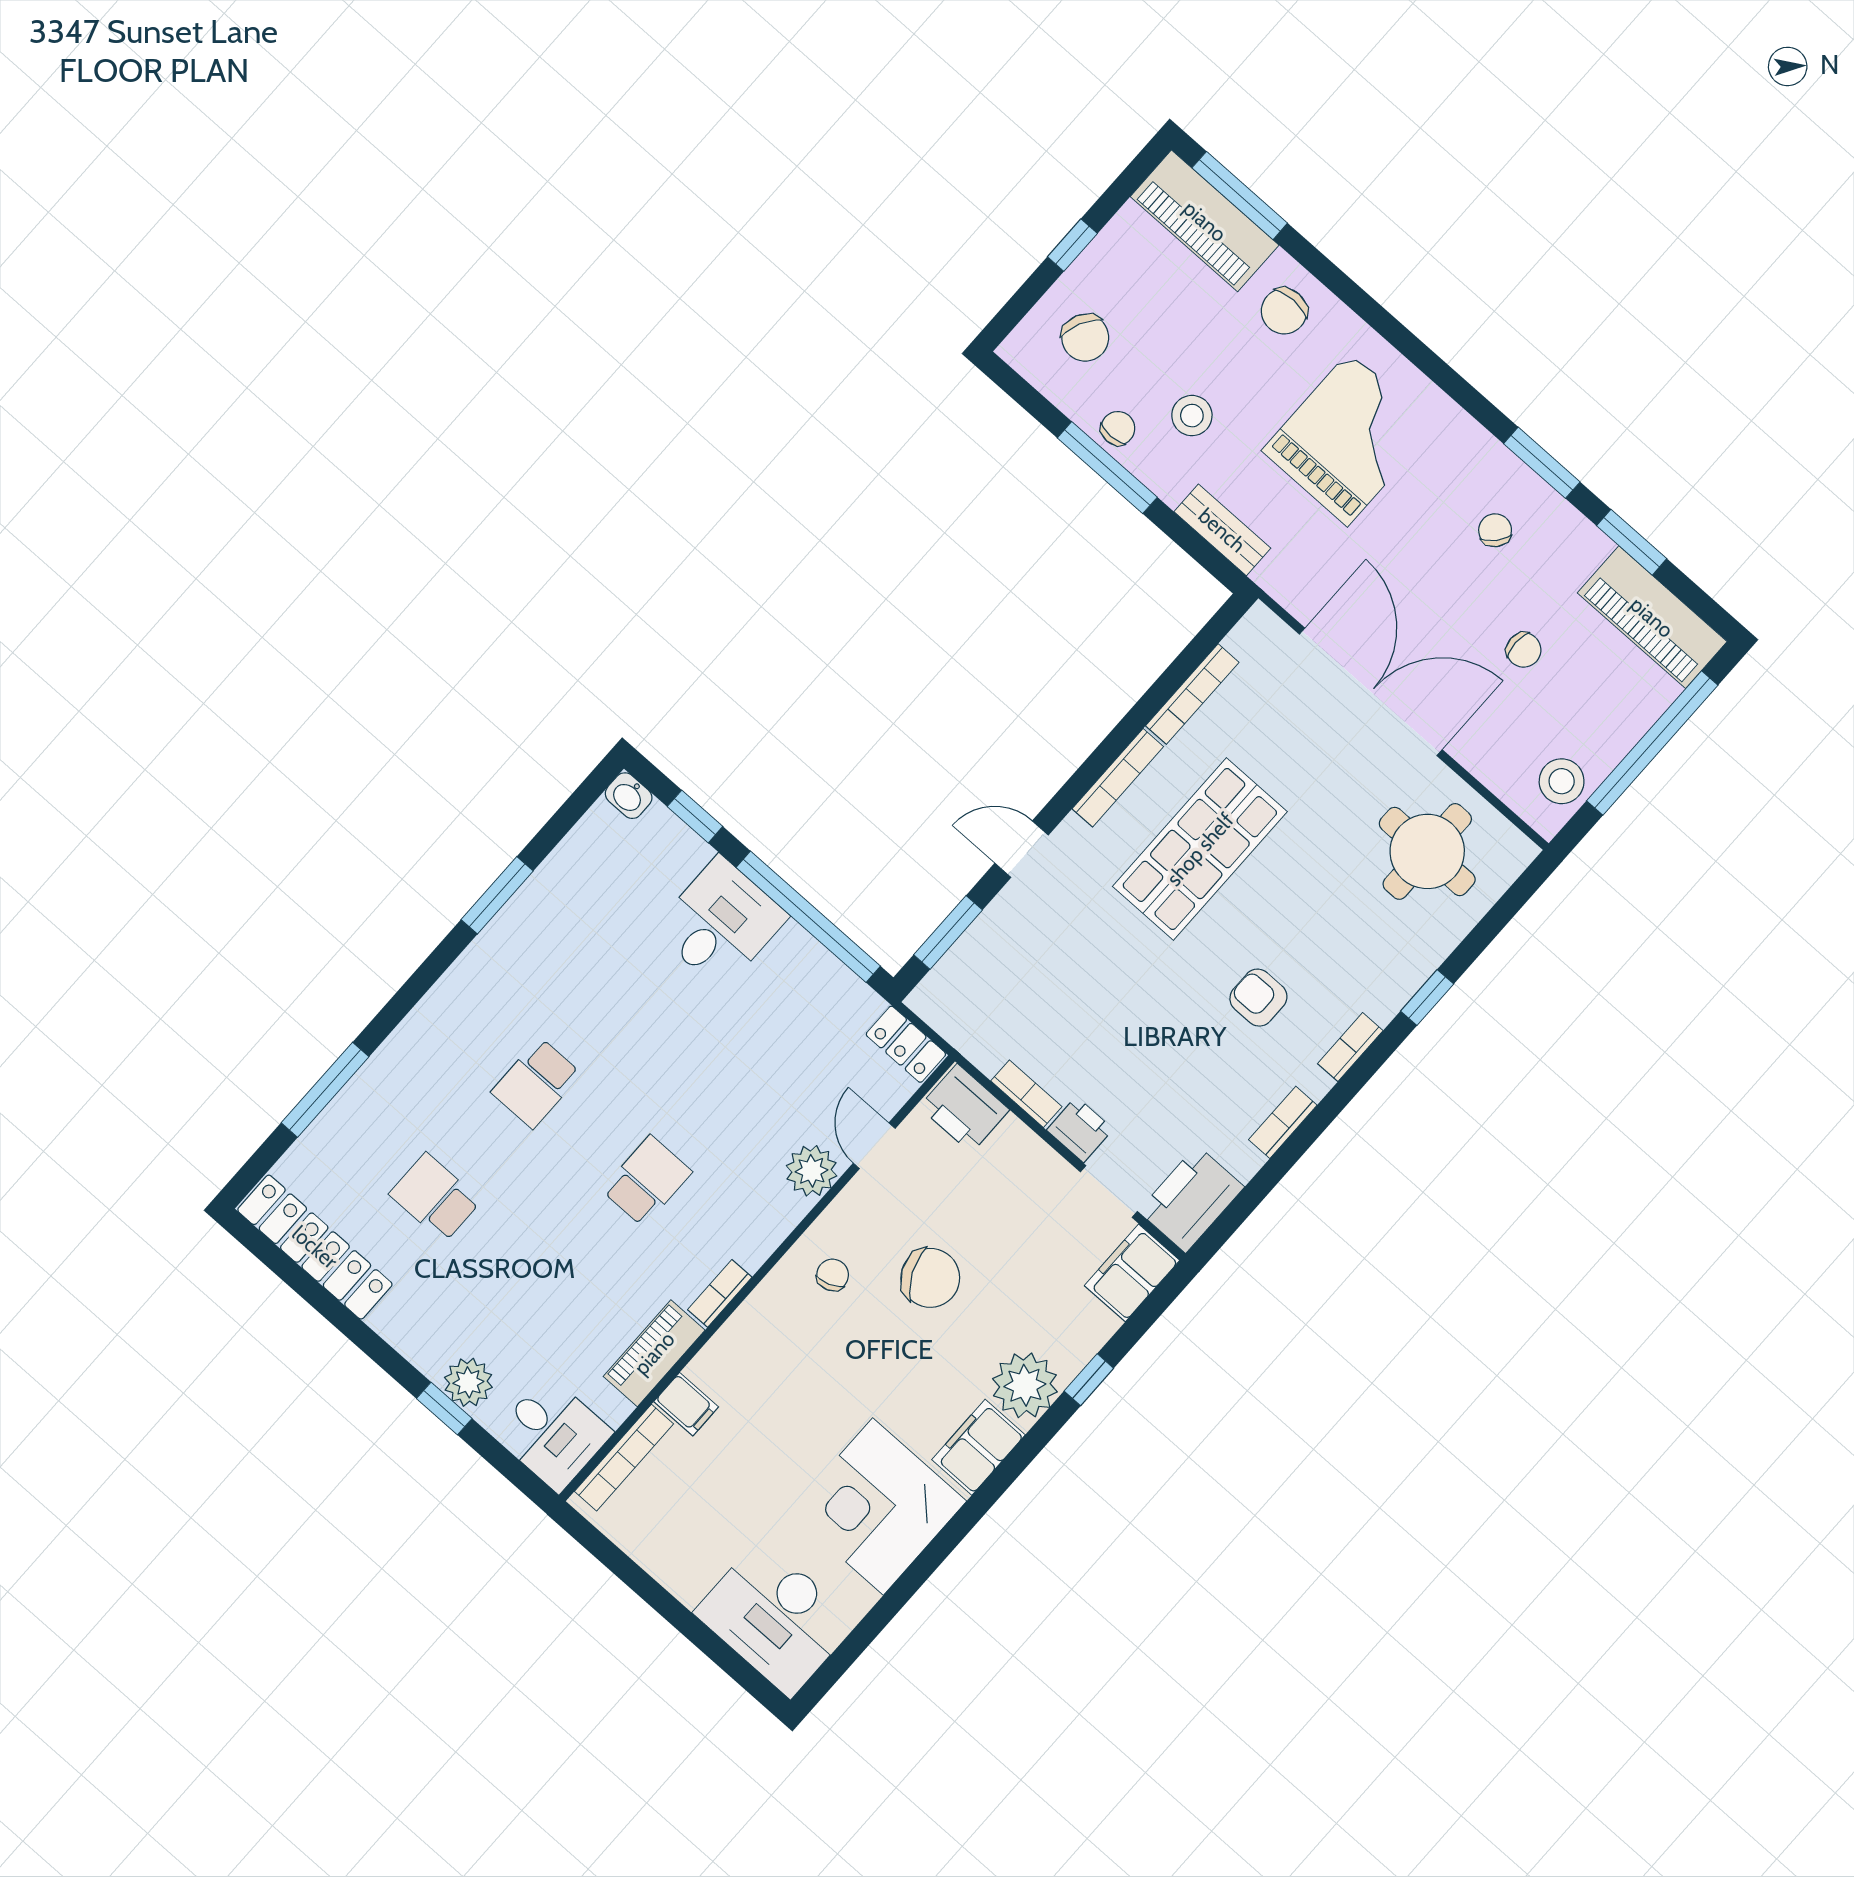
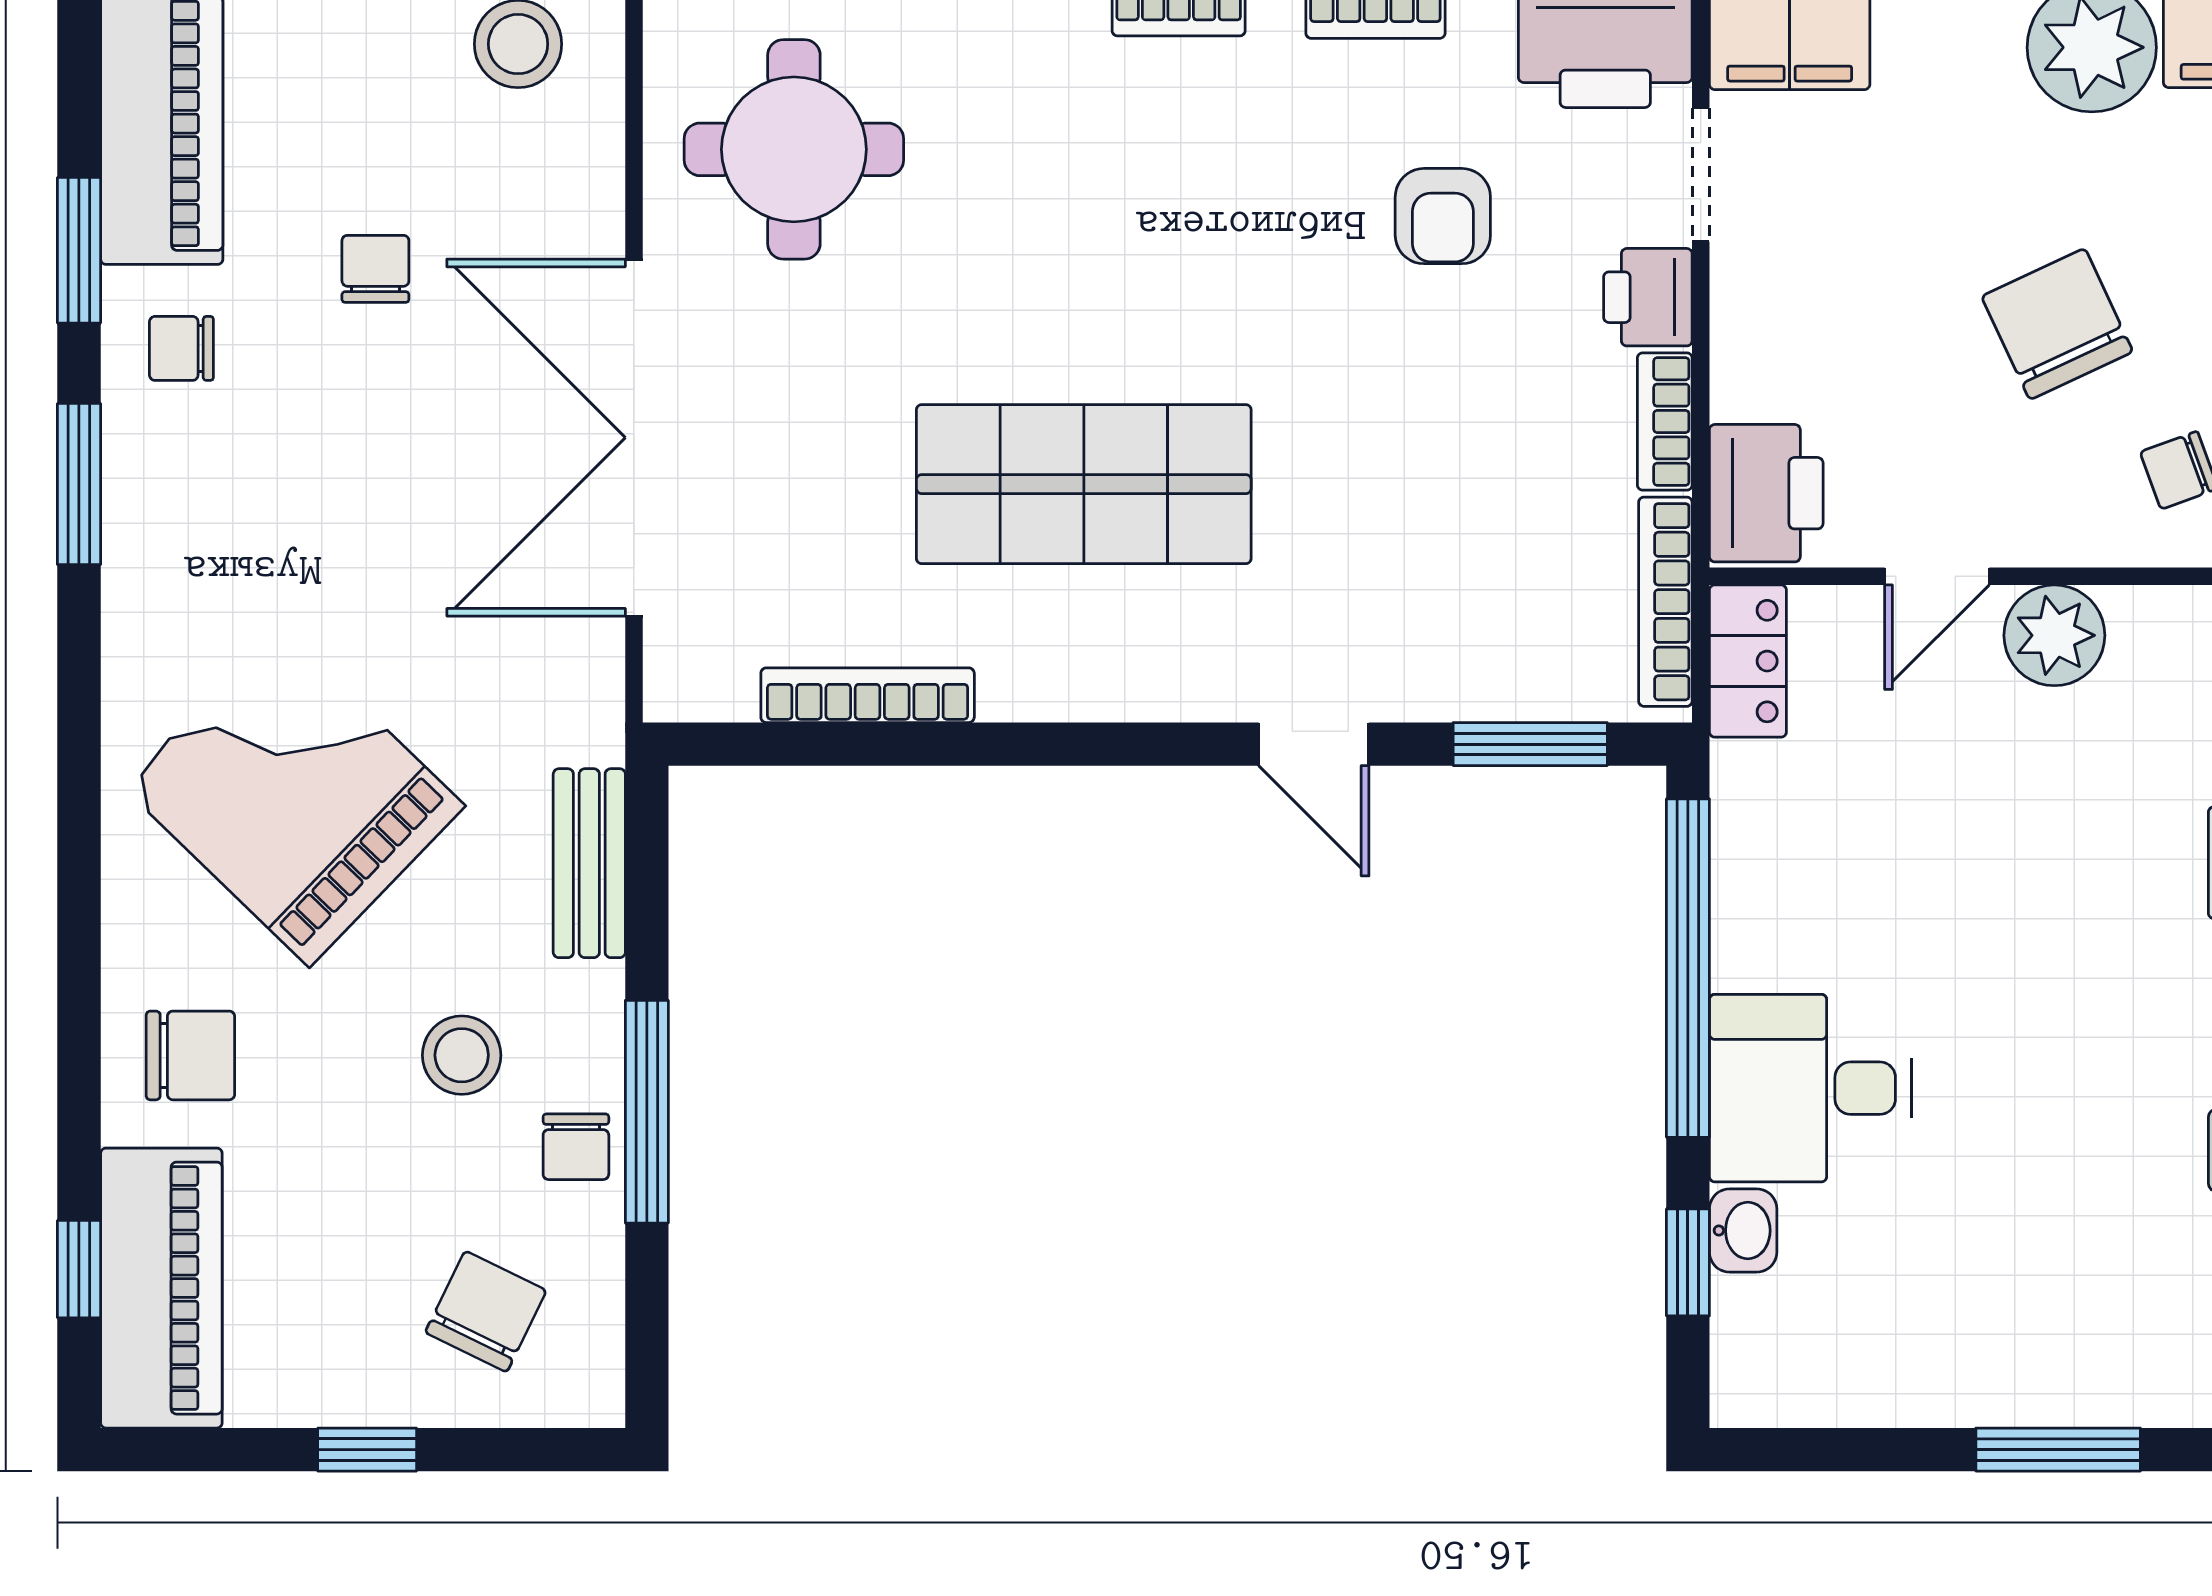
window: (1240, 196) -> (79, 1269), width x0.46
chair: (1118, 428) -> (576, 1147), turned -90
grand piano: (1348, 439) -> (294, 797), turned 44
chair: (1495, 530) -> (181, 348), moved, turned 49
bookcase: (1118, 778) -> (1665, 602), moved, turned -90
washbasin: (629, 796) -> (1743, 1231), moved
armchair: (1258, 998) -> (1443, 216), moved

